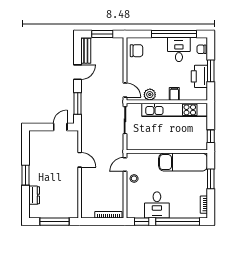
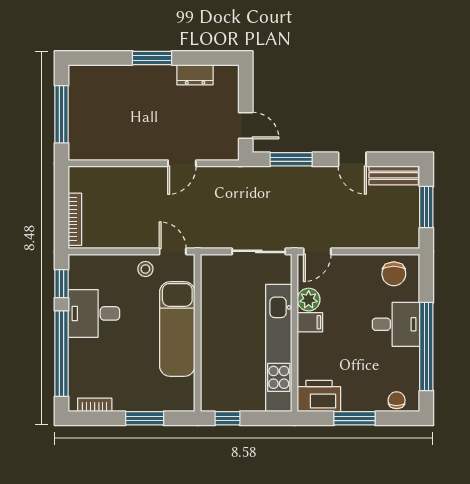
desk: (179, 50) -> (396, 324), moved
printer: (199, 76) -> (319, 396), moved
filing cabinet: (174, 94) -> (310, 322), moved
exam couch: (183, 162) -> (177, 329), moved
dresser: (34, 195) -> (195, 75), moved

